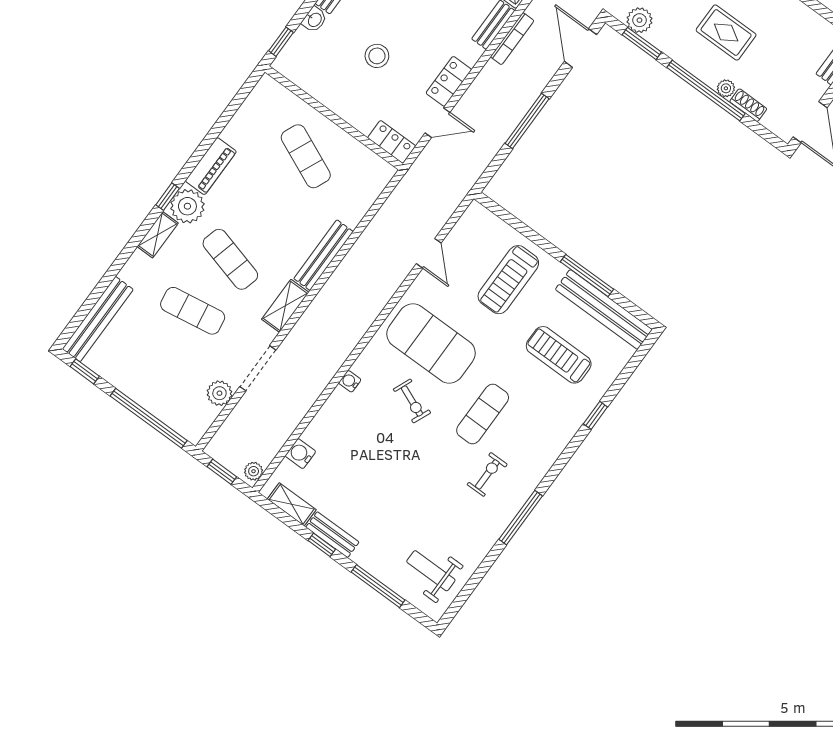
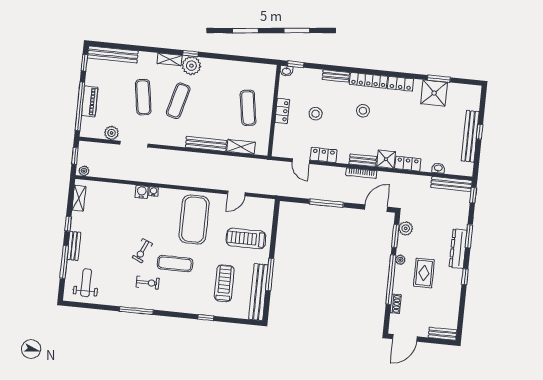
washbasin: (314, 20) -> (286, 71), moved
plant: (726, 88) -> (400, 260), moved
locker: (392, 142) -> (282, 111), moved
exercise mat: (306, 156) -> (248, 108), turned -33
piano: (211, 166) -> (90, 101), moved, turned -90
shelving: (285, 306) -> (241, 147), moved
exercise bike: (412, 401) -> (142, 251), moved
water cooler: (300, 454) -> (142, 192), moved
bench: (332, 535) -> (74, 246), moved

